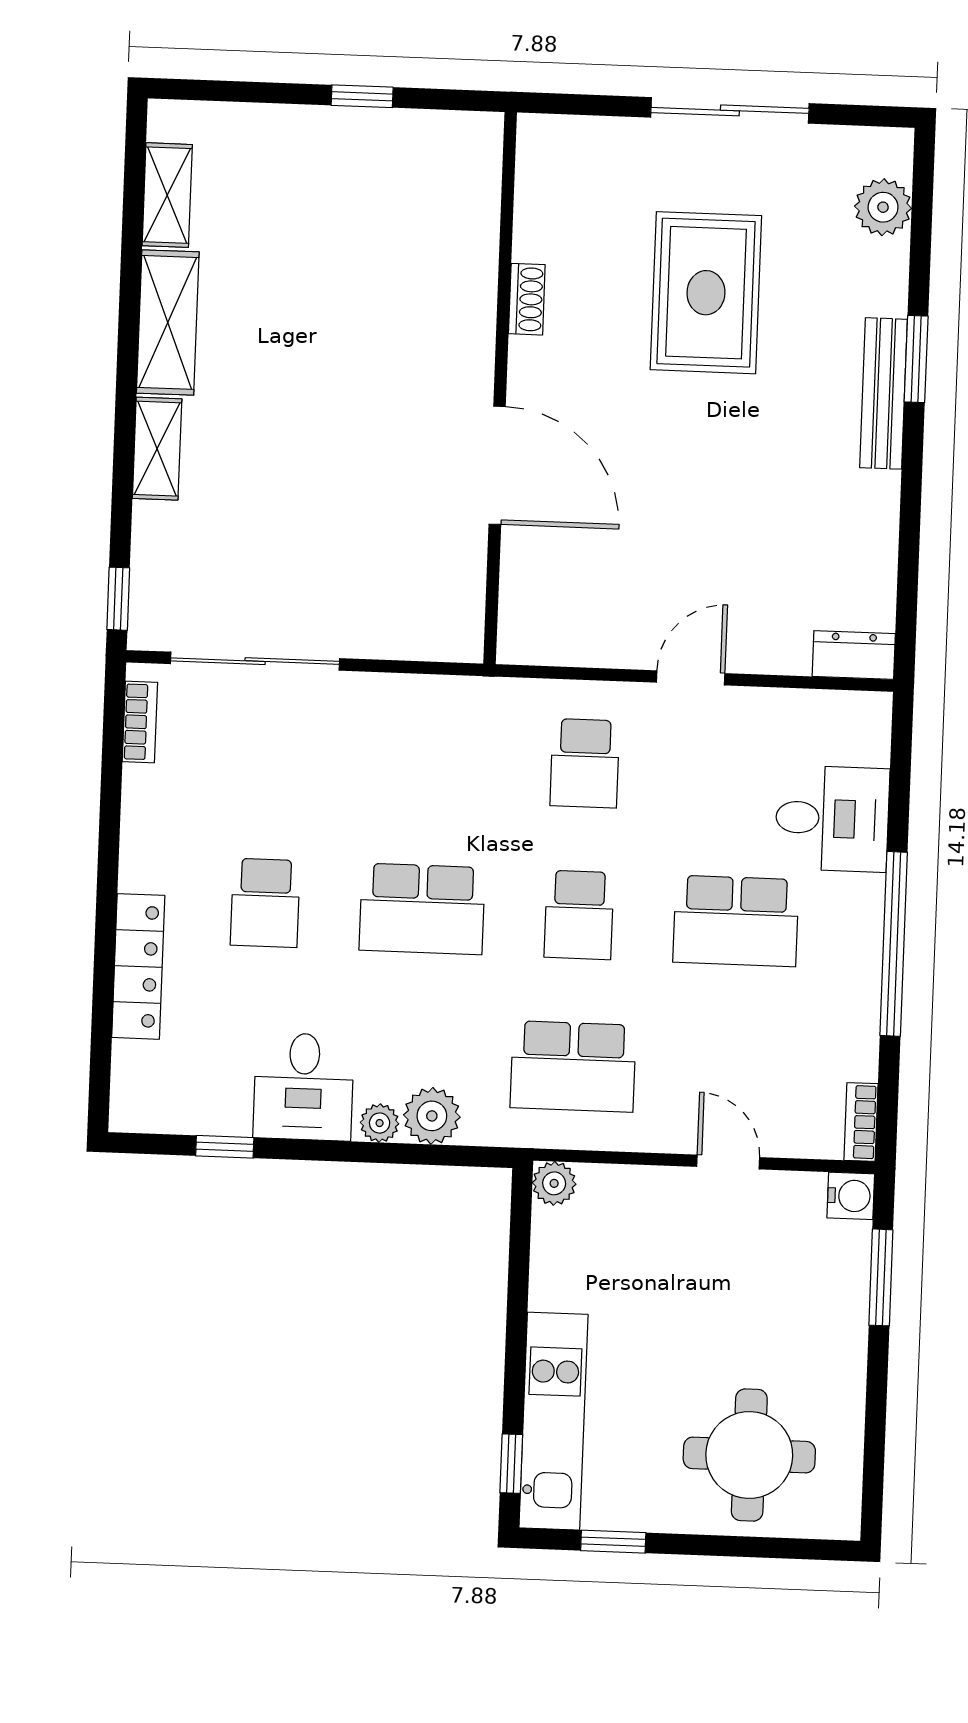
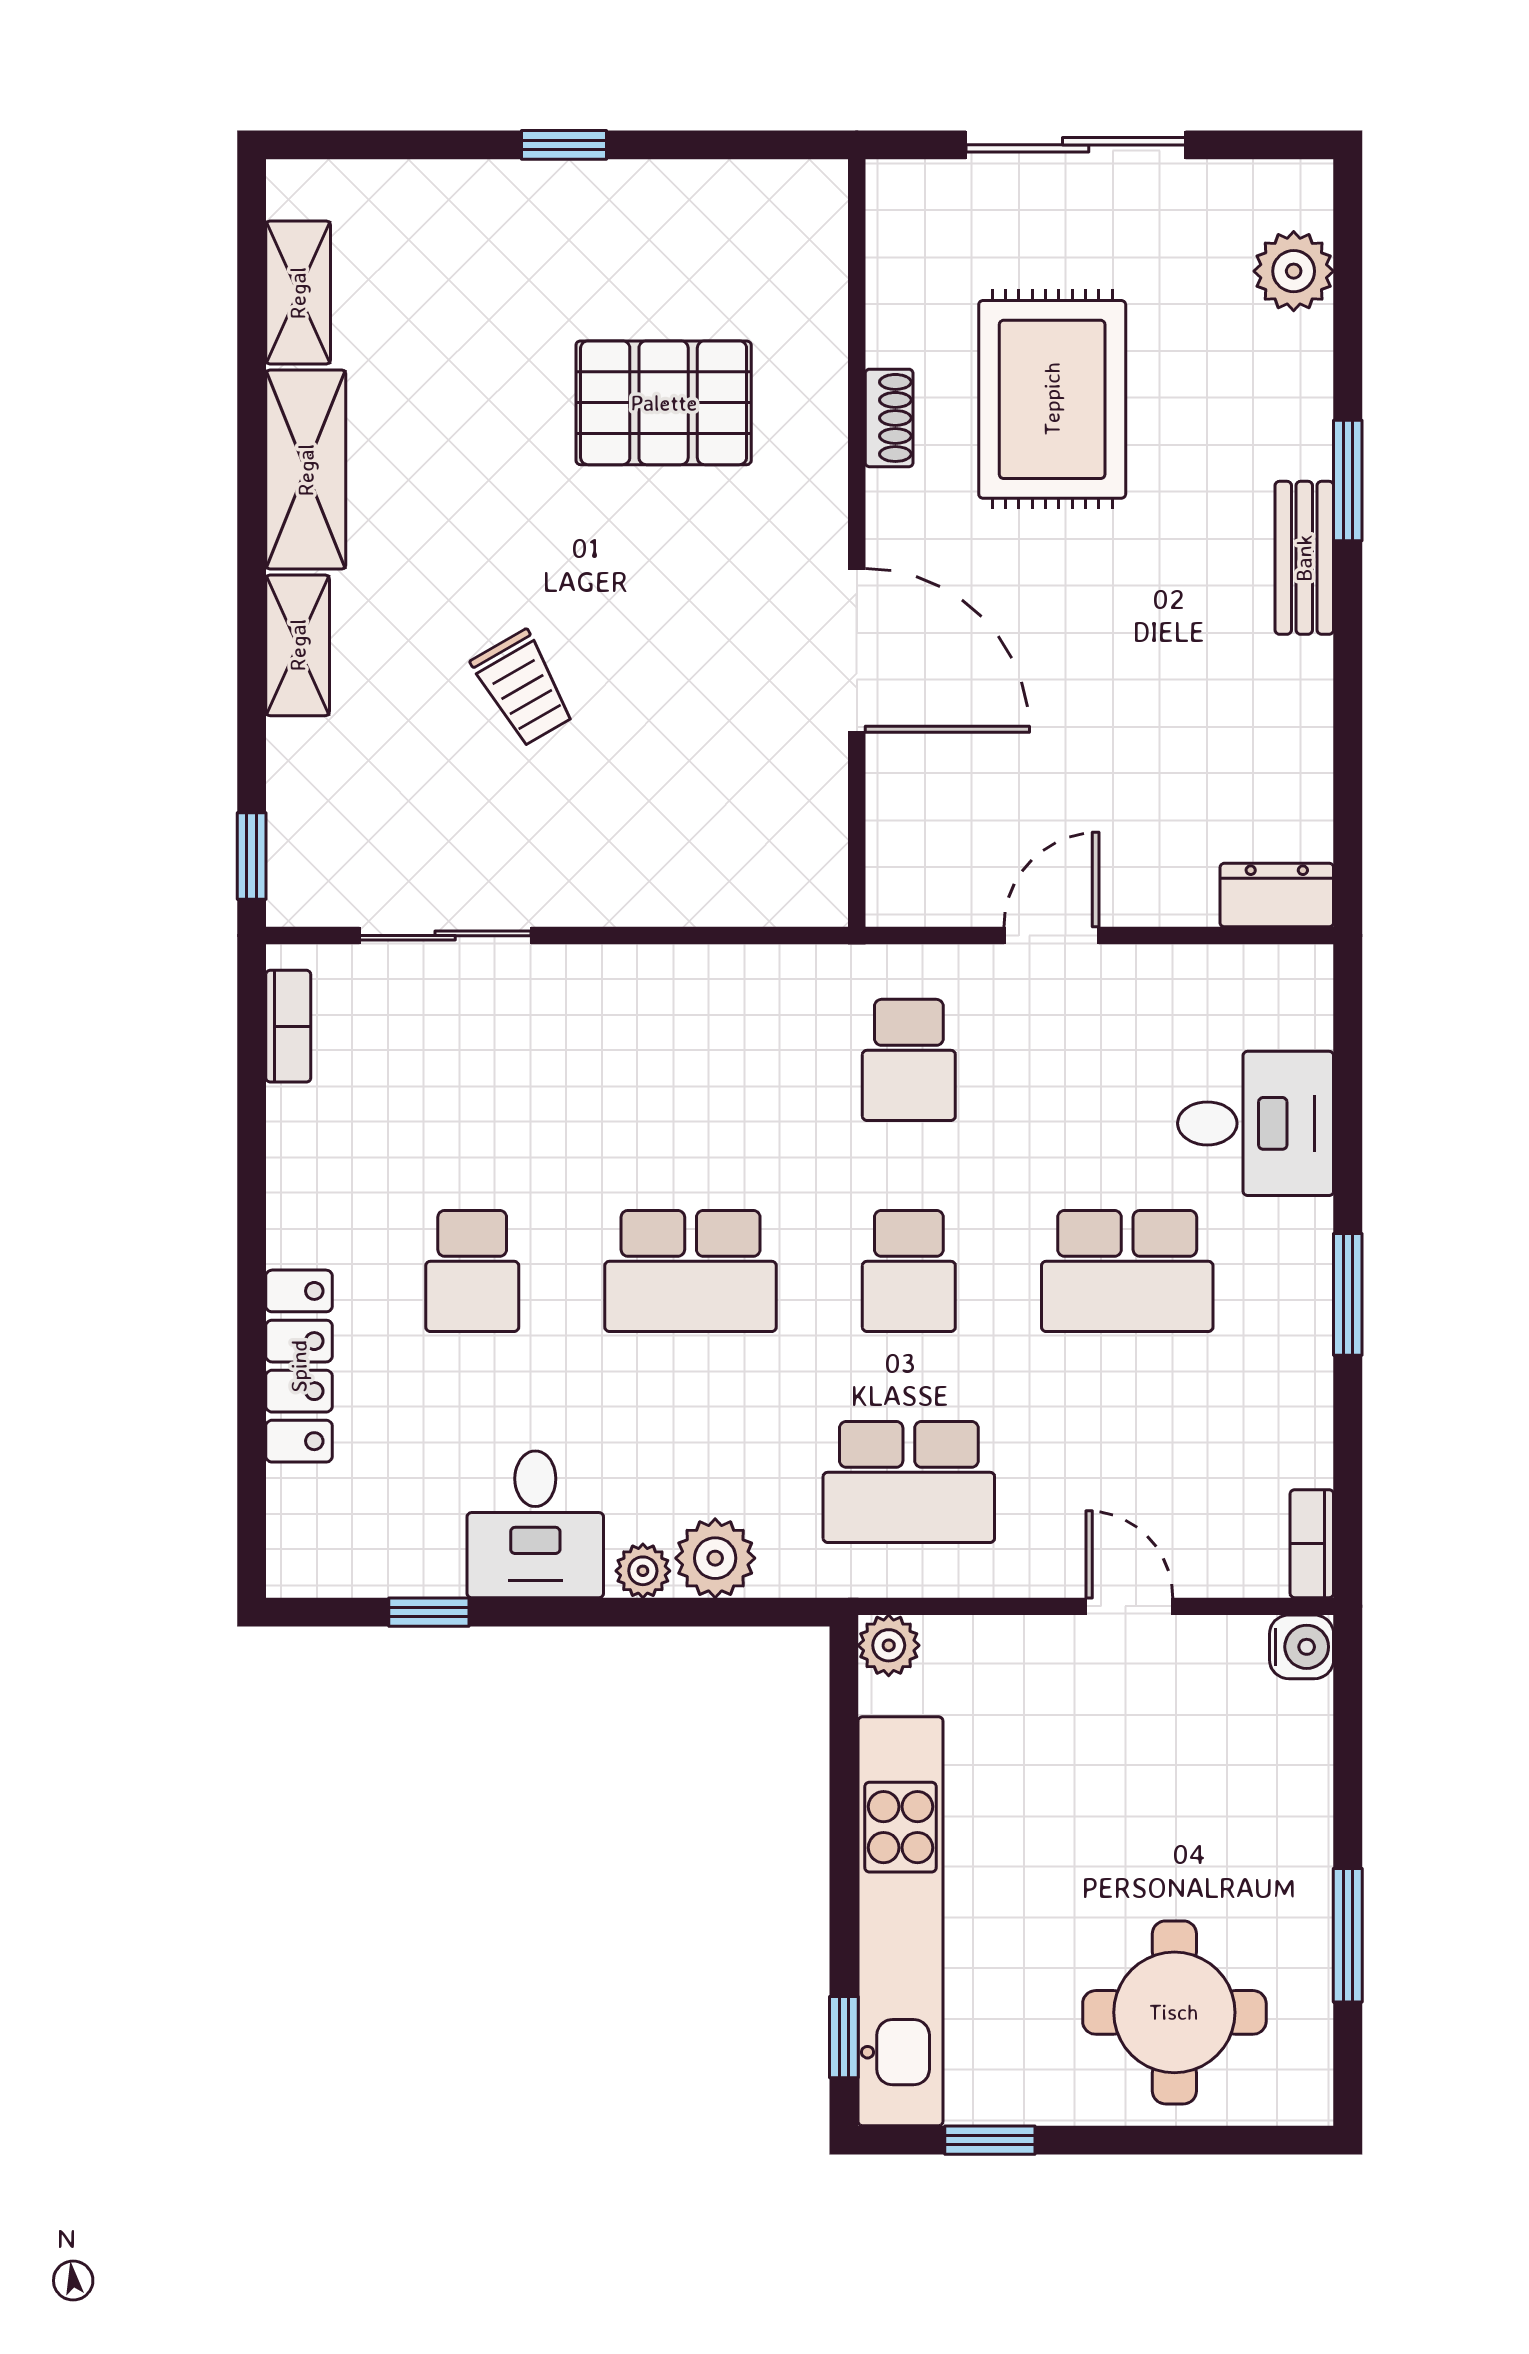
pallet: (427, 284) -> (664, 403), added
shoe rack: (527, 299) -> (889, 418), moved
wall: (500, 388) -> (857, 543), moved
bench: (884, 393) -> (1304, 558), width x0.73
door: (497, 465) -> (857, 650), moved
trolley: (318, 486) -> (523, 688), added
sliding door: (255, 661) -> (445, 936), width x0.73
window: (894, 944) -> (1348, 1294), width x0.47
window: (881, 1277) -> (1348, 1935), moved
kitchen unit: (554, 1421) -> (901, 1921), width x1.36

